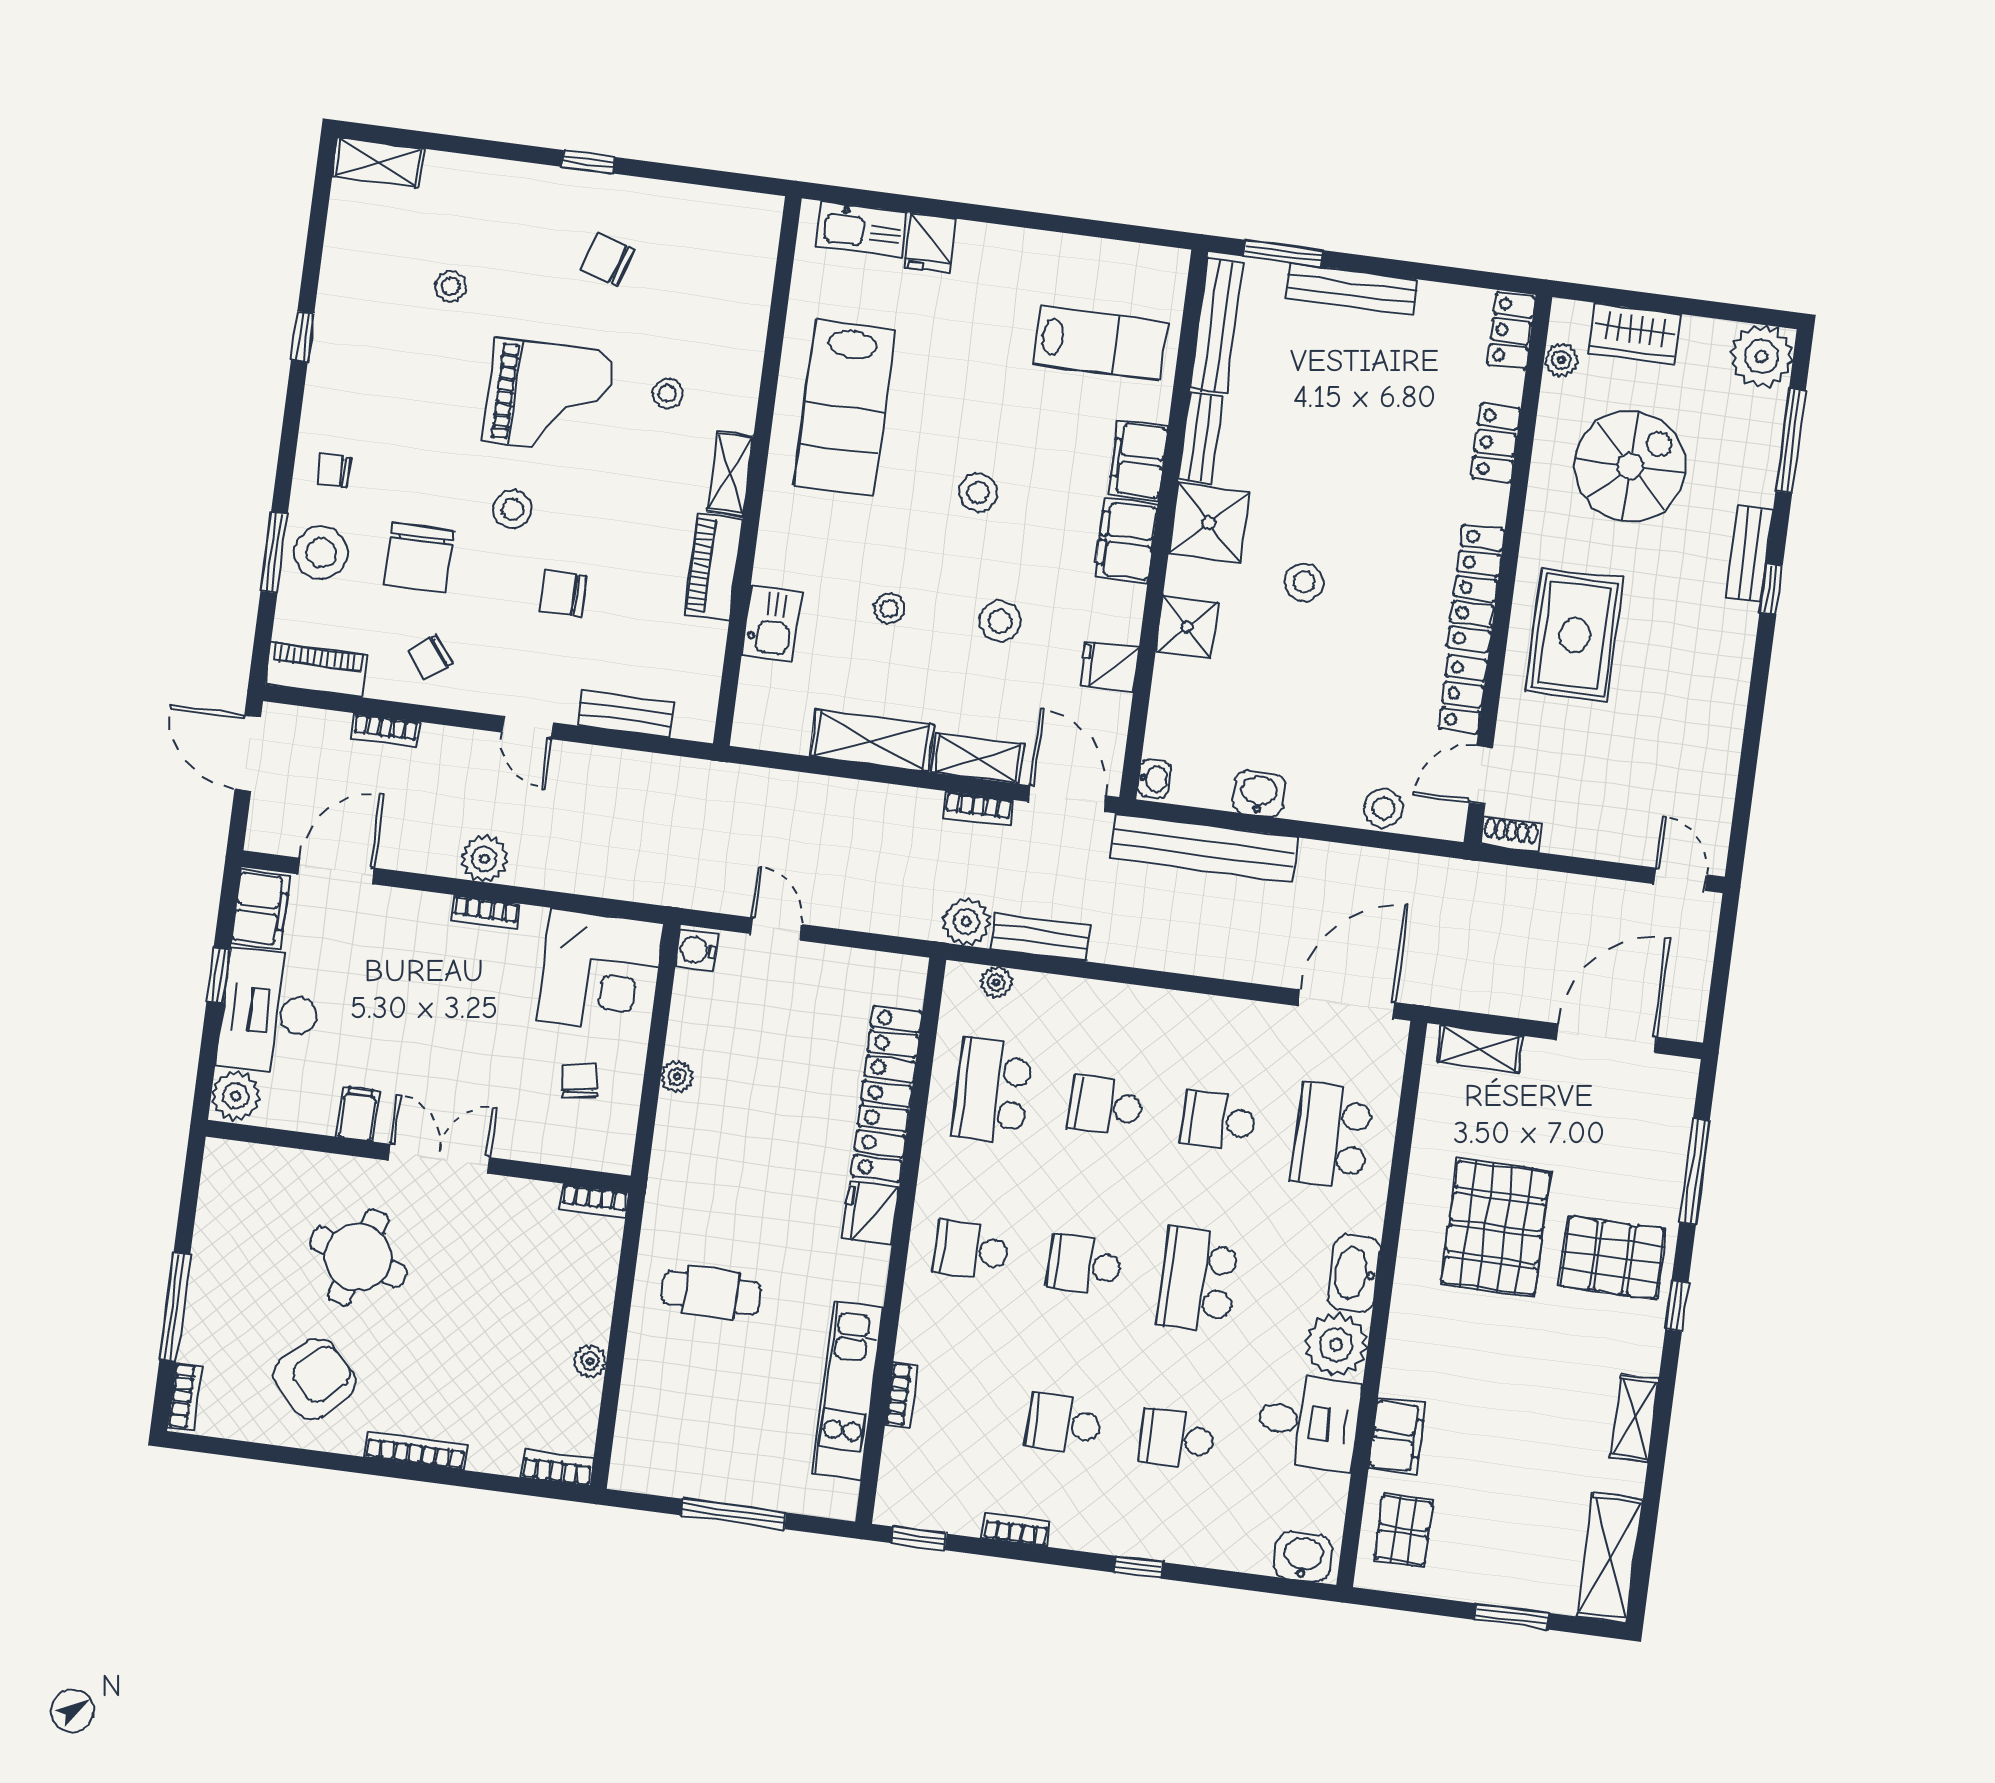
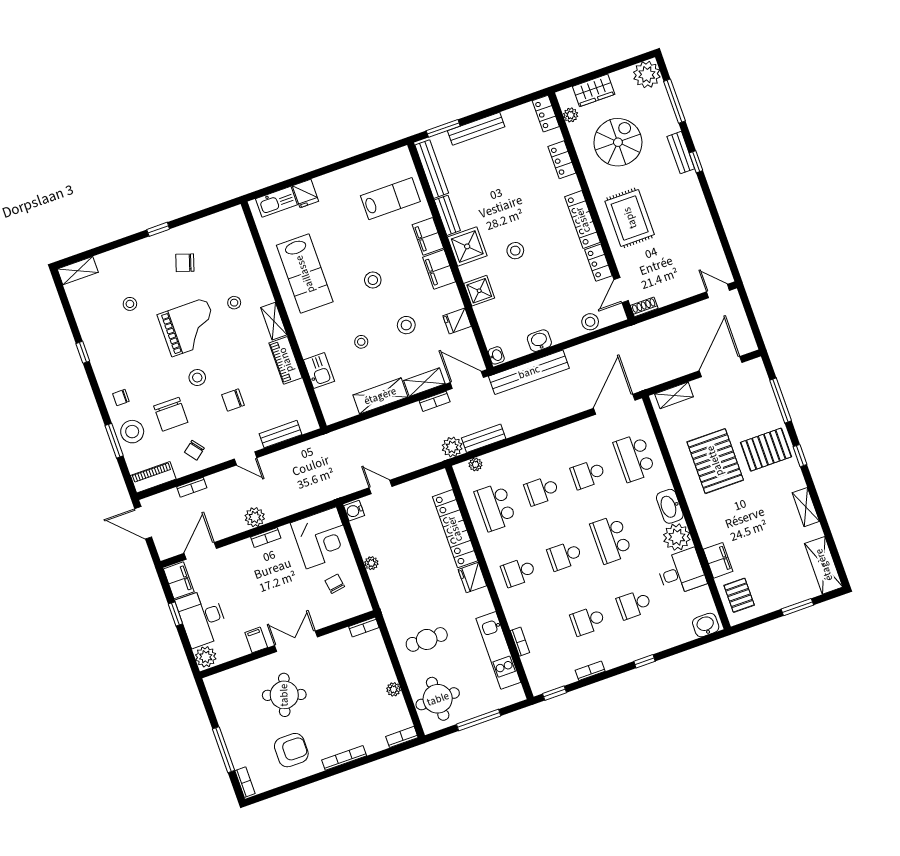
armchair: (314, 1379) -> (291, 750), turned 43
round table: (671, 1427) -> (438, 699), added

